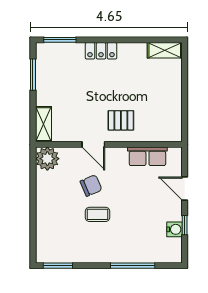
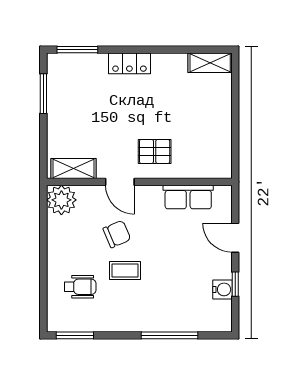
shelving: (43, 124) -> (74, 169), moved, turned 90
wheelchair: (62, 227) -> (80, 287), added

